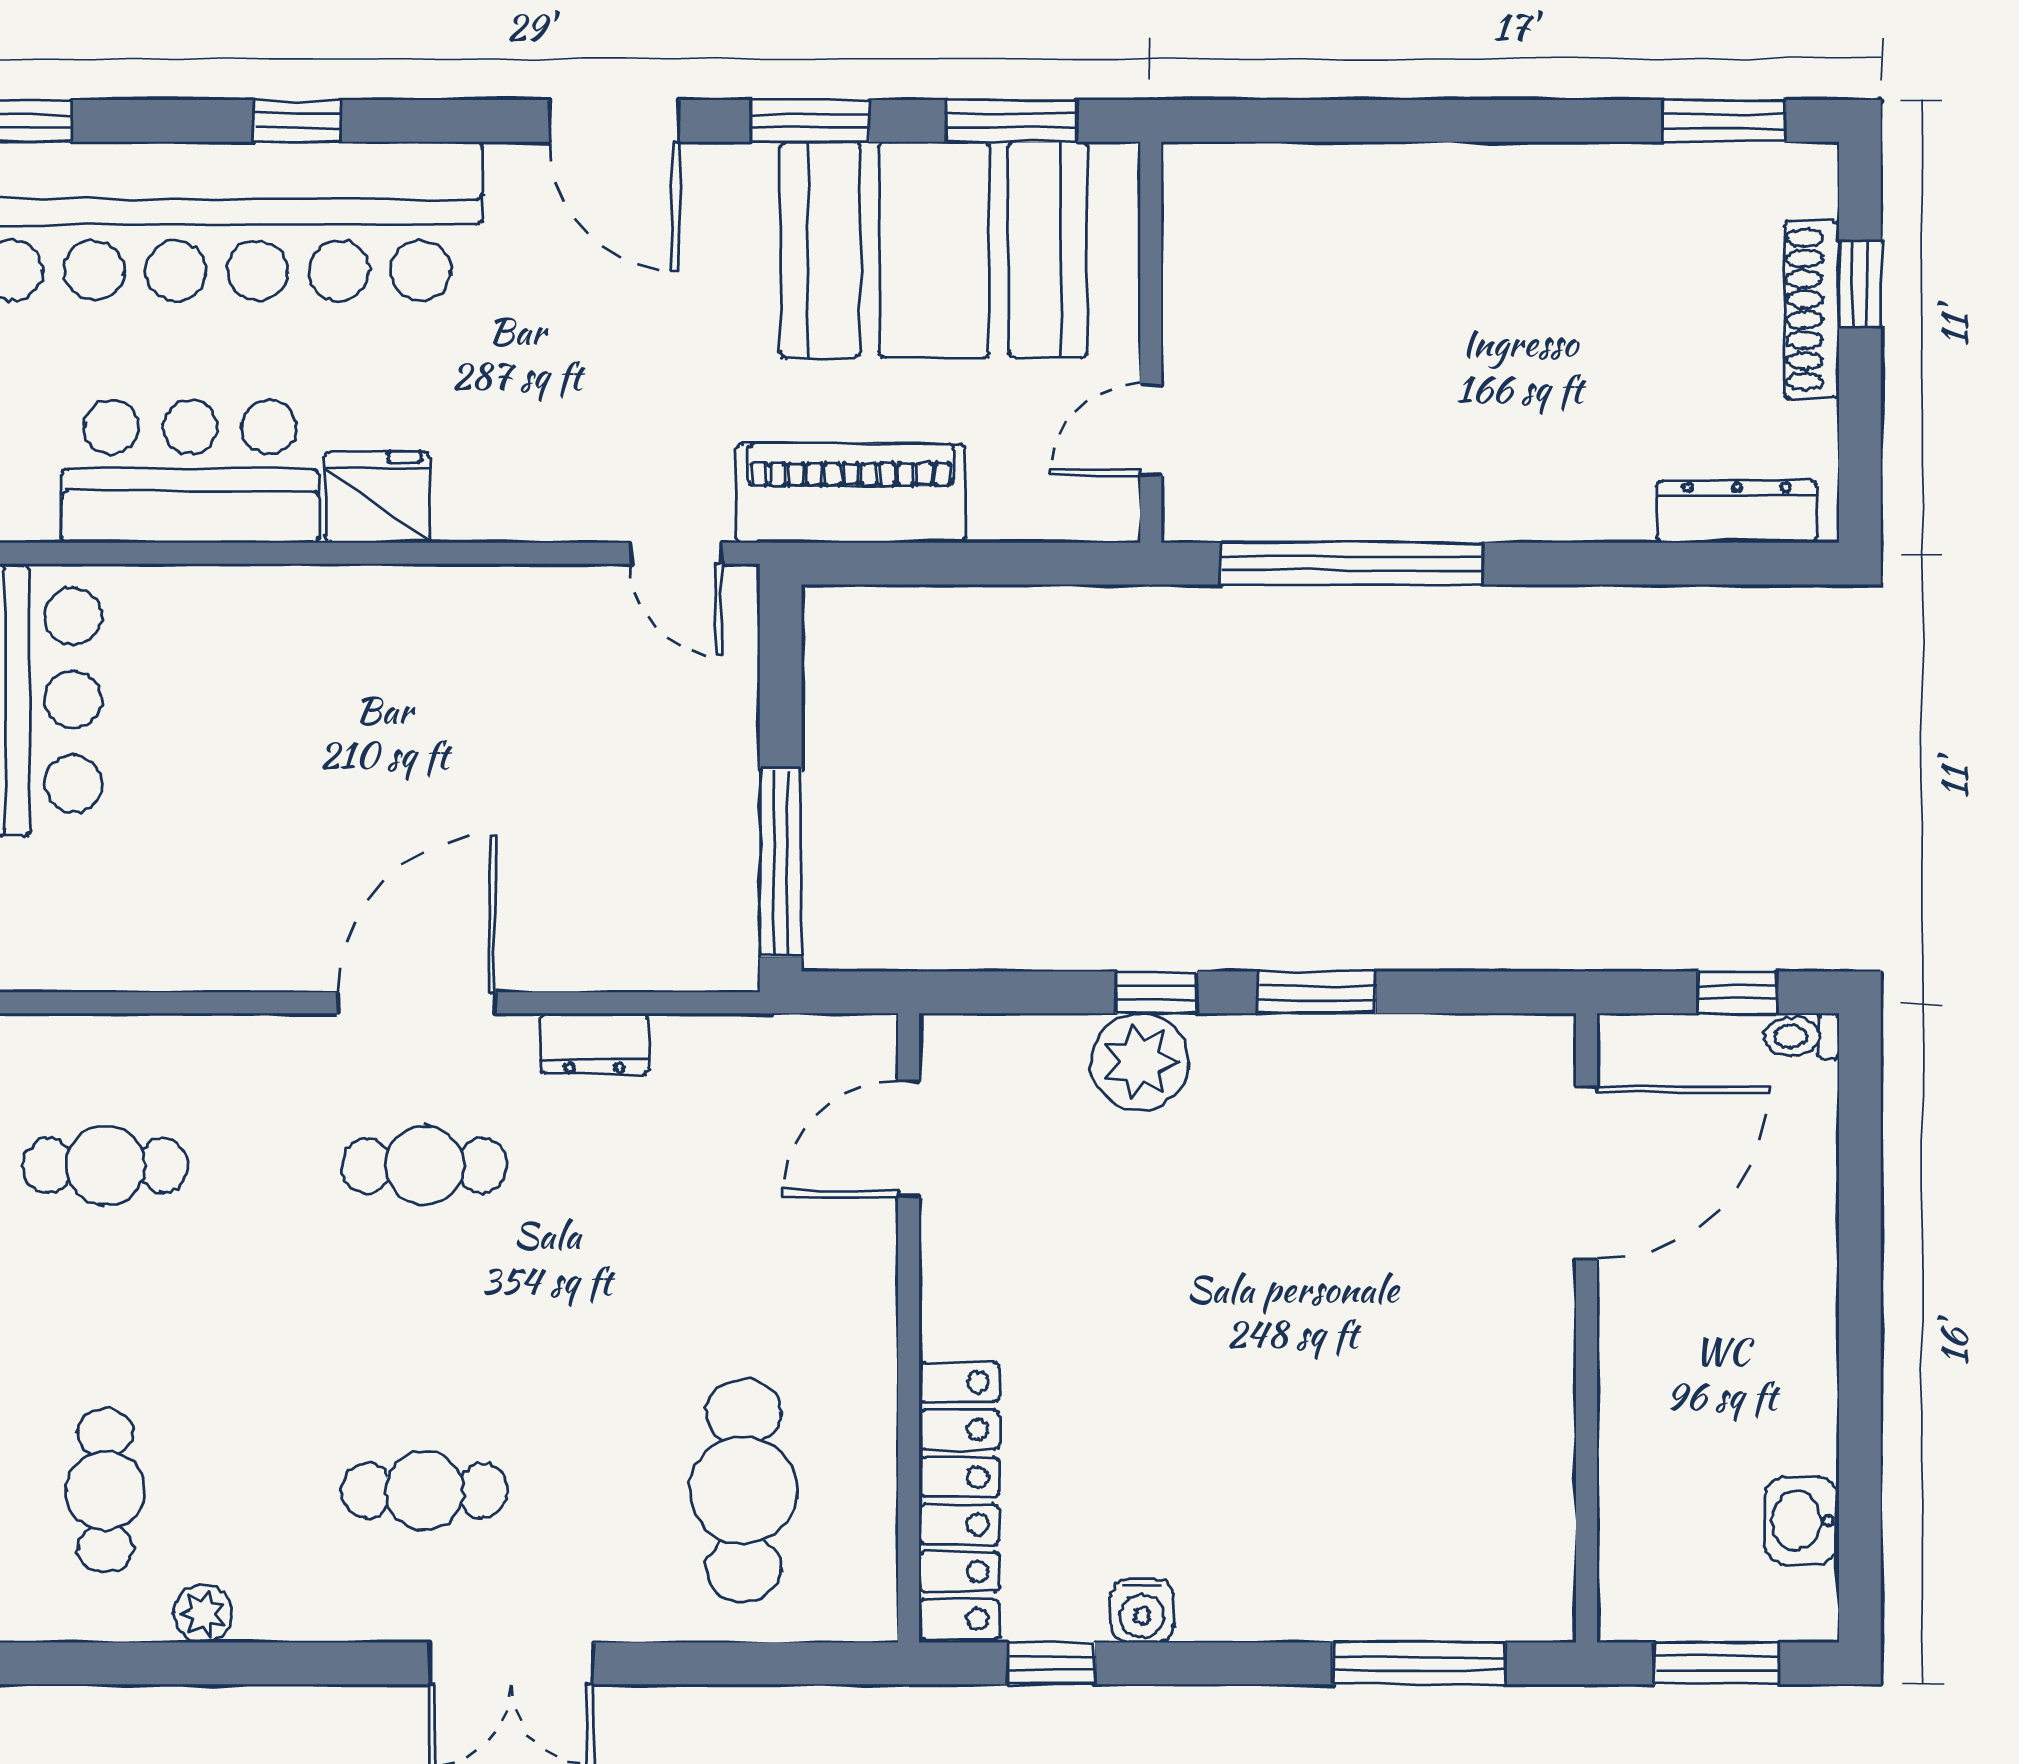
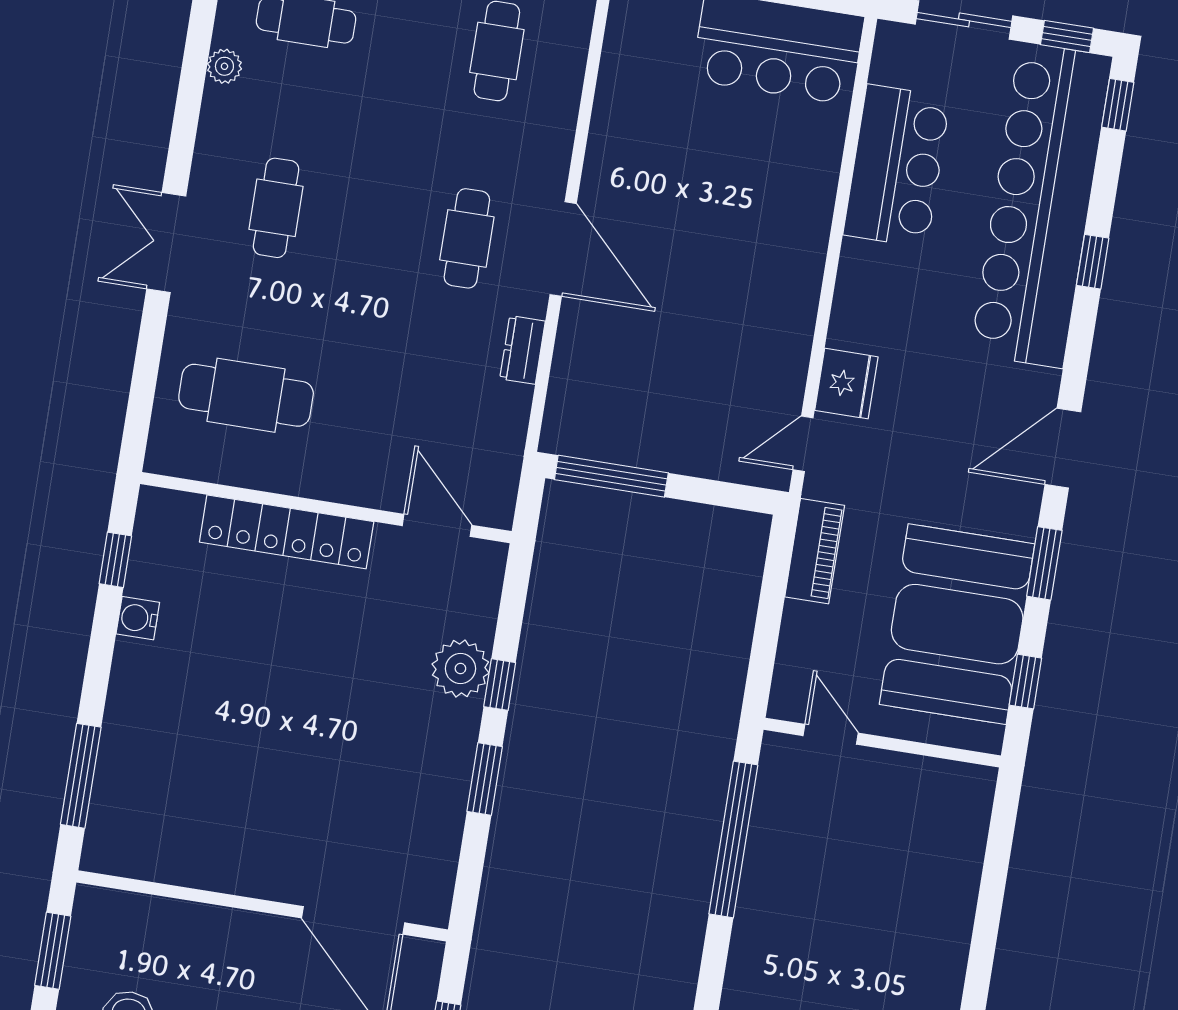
window: (1011, 121) -> (1025, 682), width x0.67
piano: (851, 493) -> (815, 551), width x0.73, depth x0.75
fridge: (377, 497) -> (846, 384), moved
locker: (959, 1501) -> (287, 532), moved

